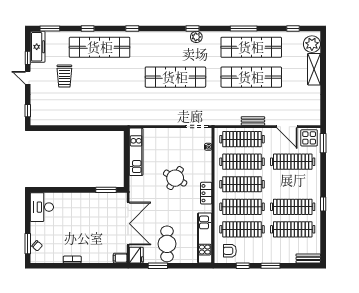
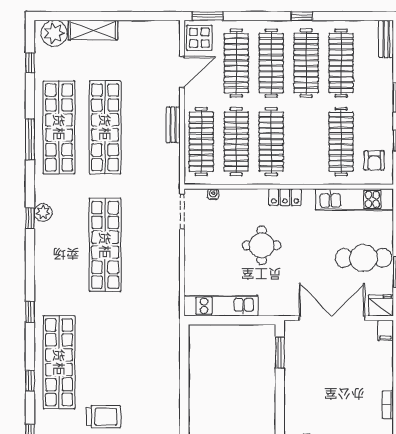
round table: (175, 178) -> (262, 245), turned -30
clothes rail: (242, 207) -> (271, 63), moved

